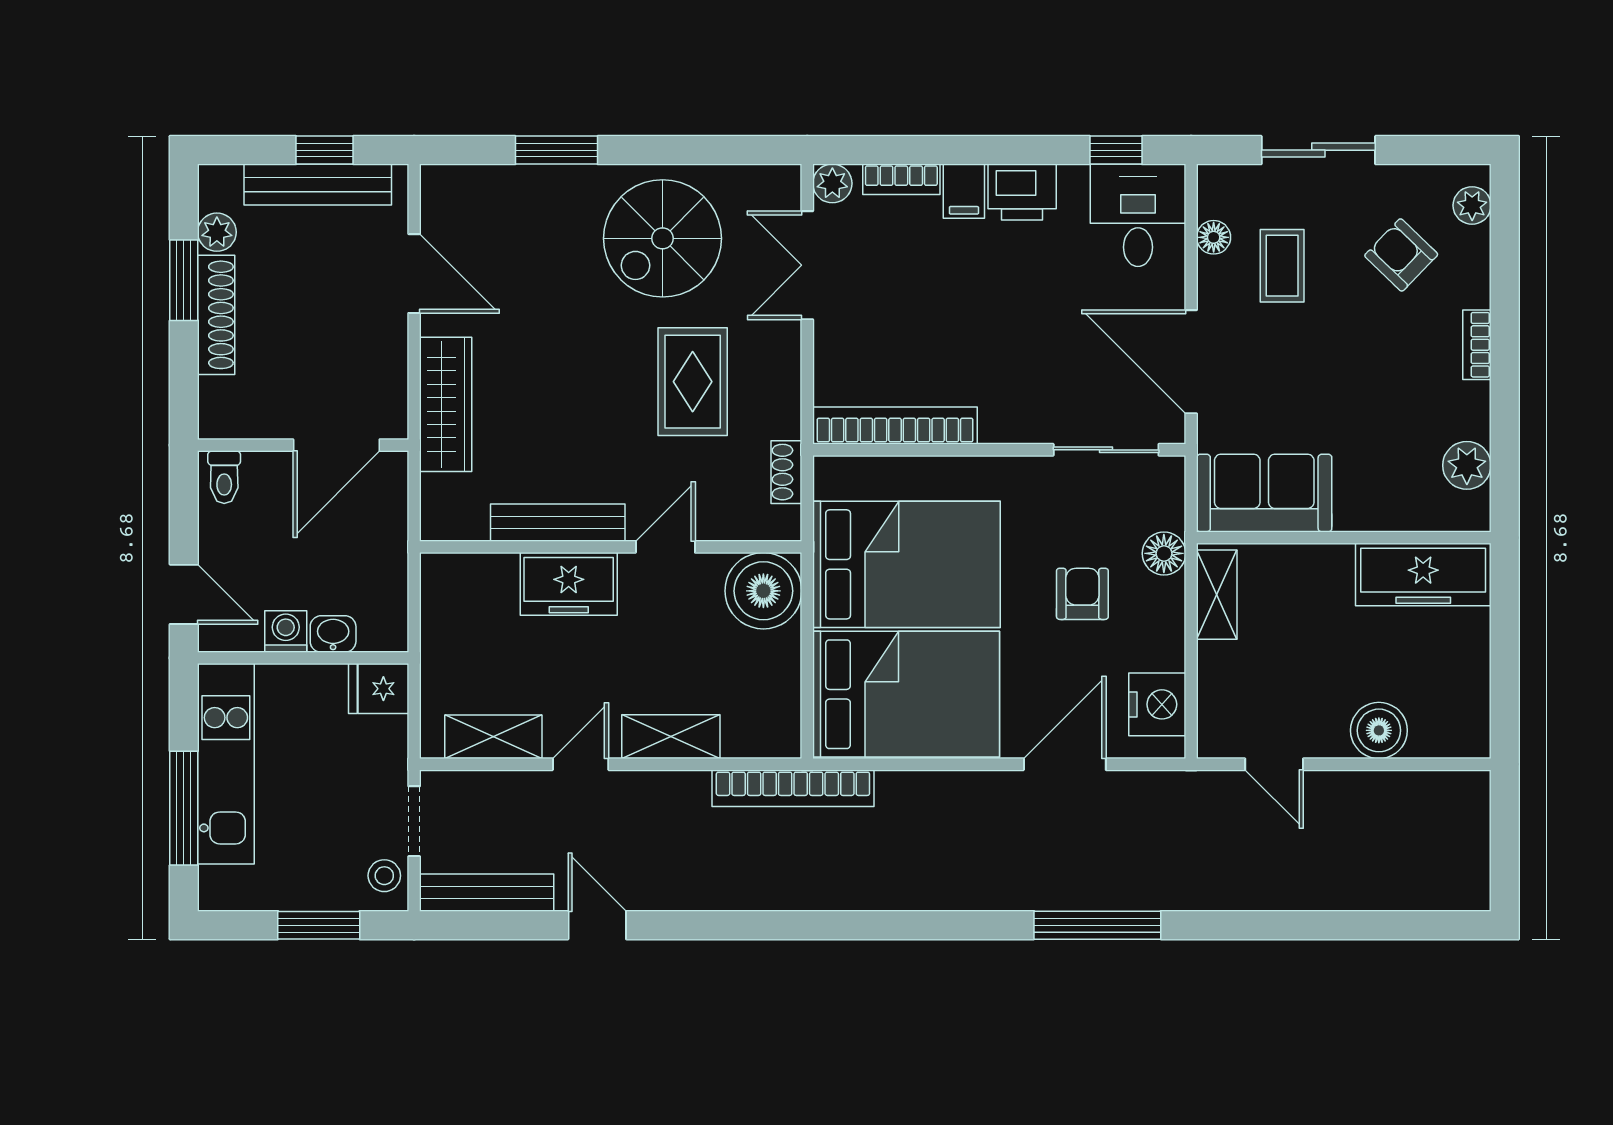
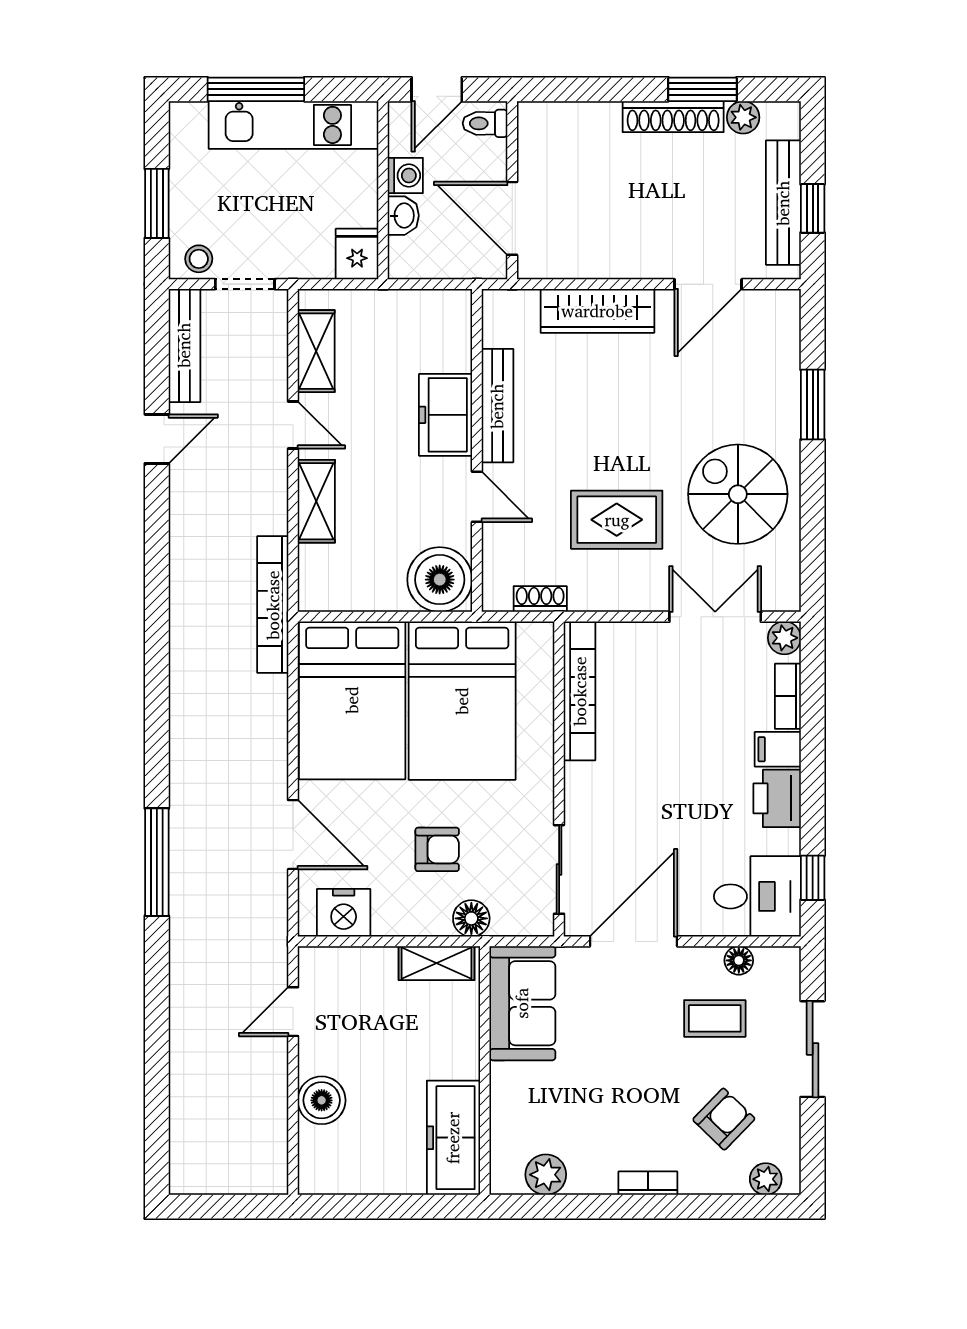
wall: (303, 445) -> (512, 190), moved
door: (336, 445) -> (512, 218), moved
toilet: (224, 477) -> (485, 123), moved

